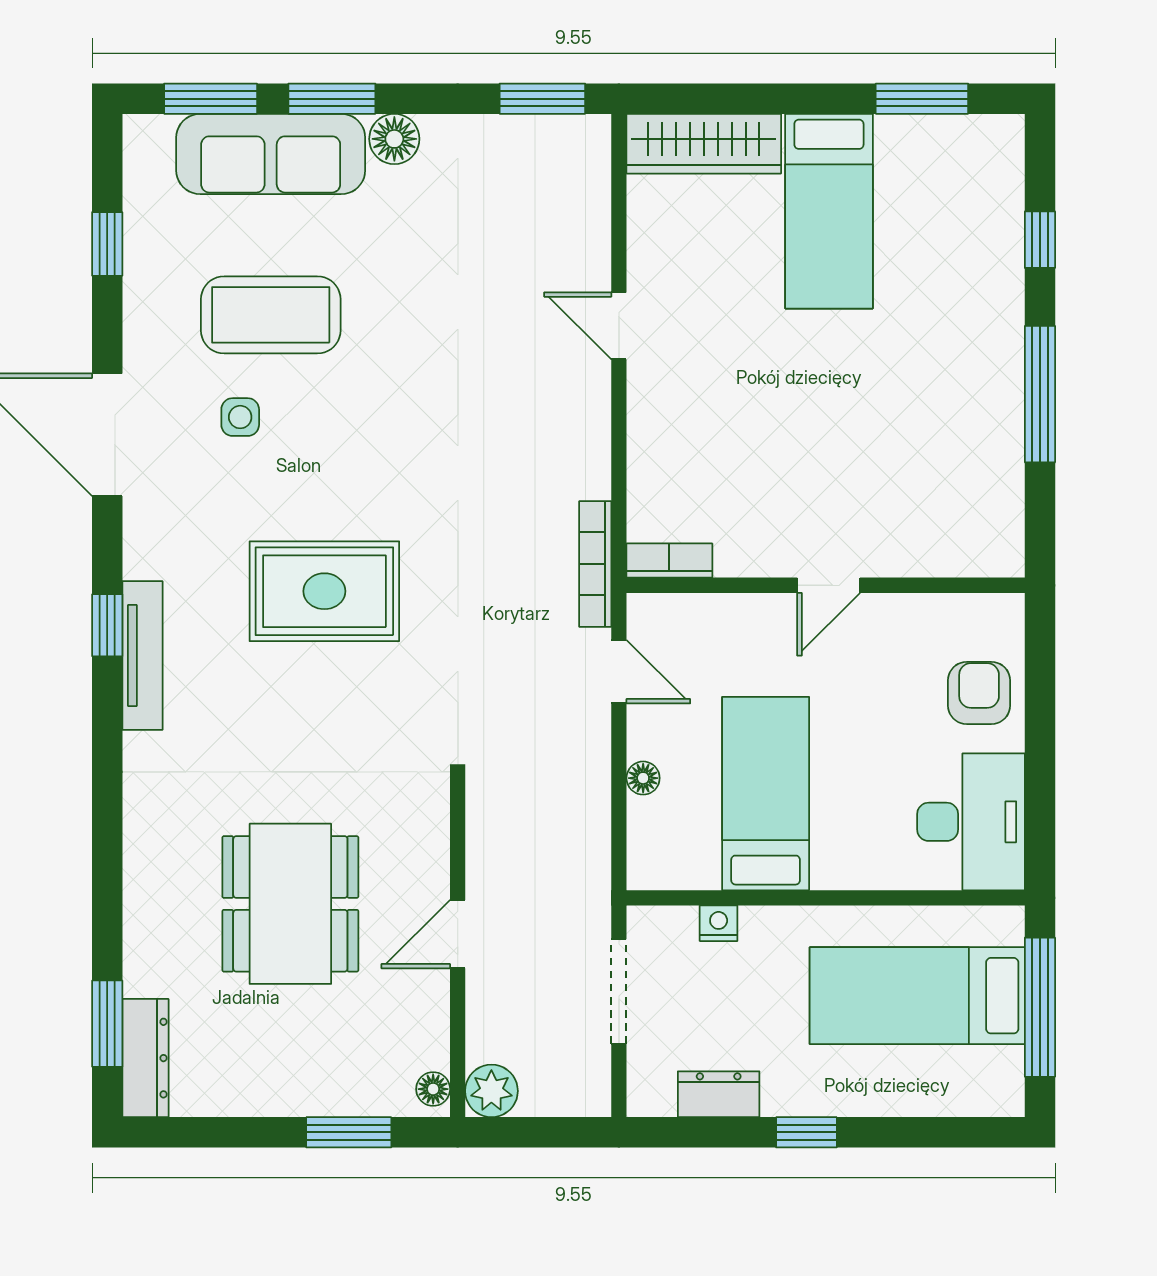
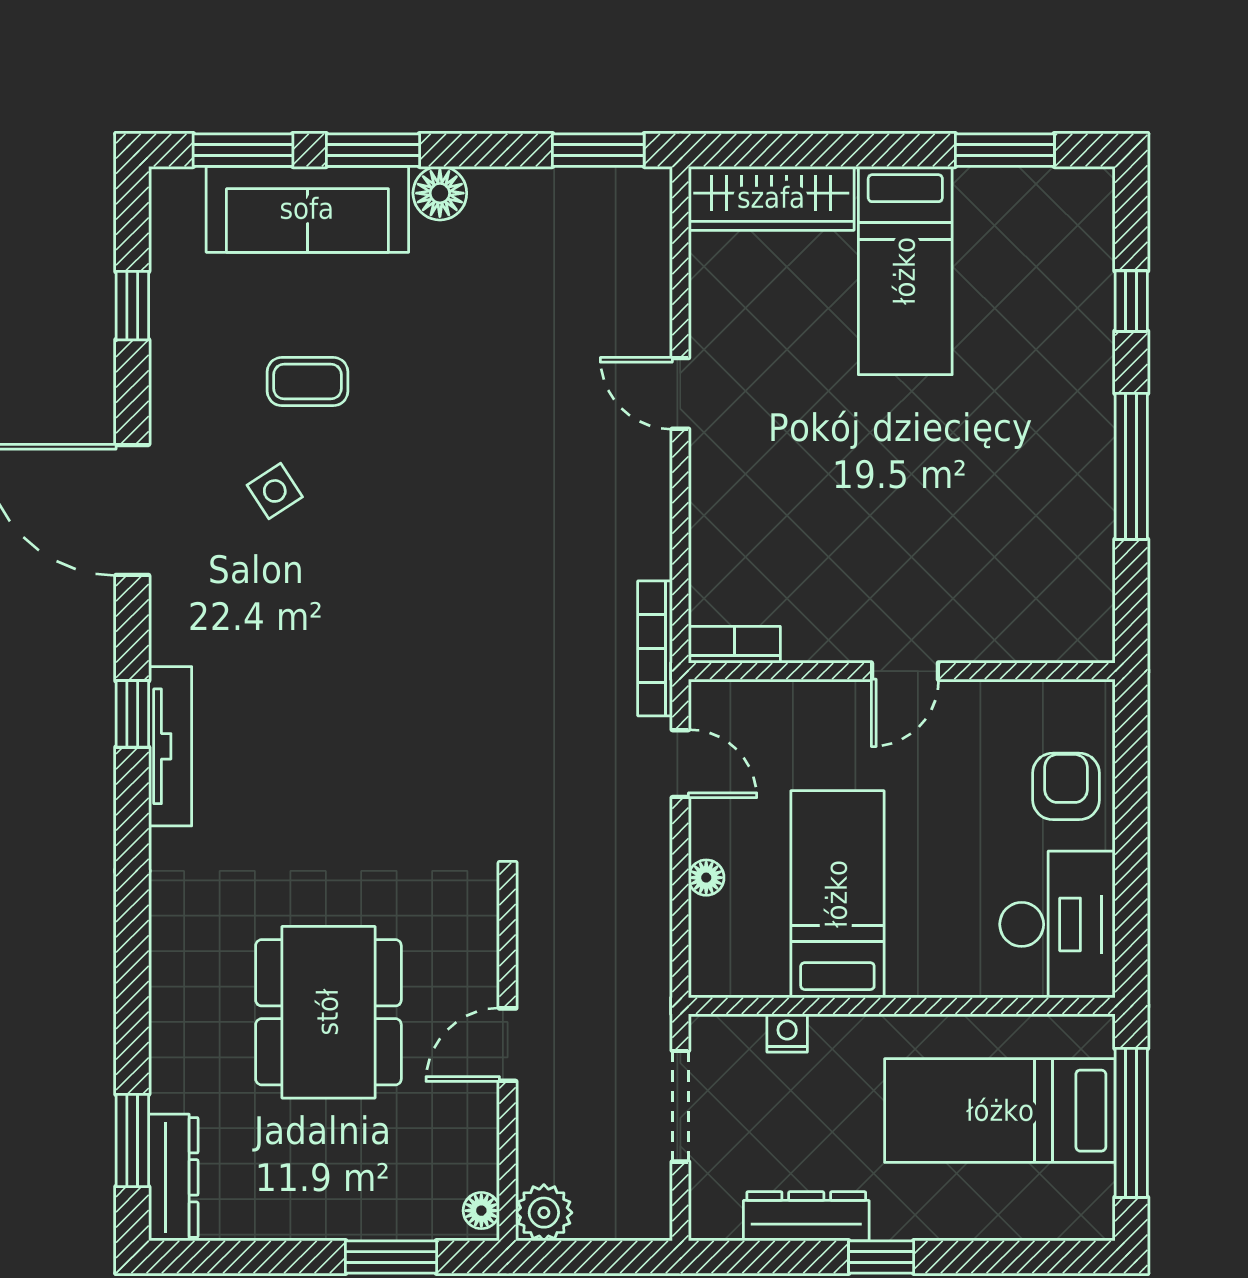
coffee table: (271, 315) -> (308, 382), width x0.54, depth x0.58
side table: (240, 417) -> (275, 491), turned -33
rug: (324, 591) -> (365, 678), removed
dresser: (719, 1094) -> (806, 1216), width x1.44

